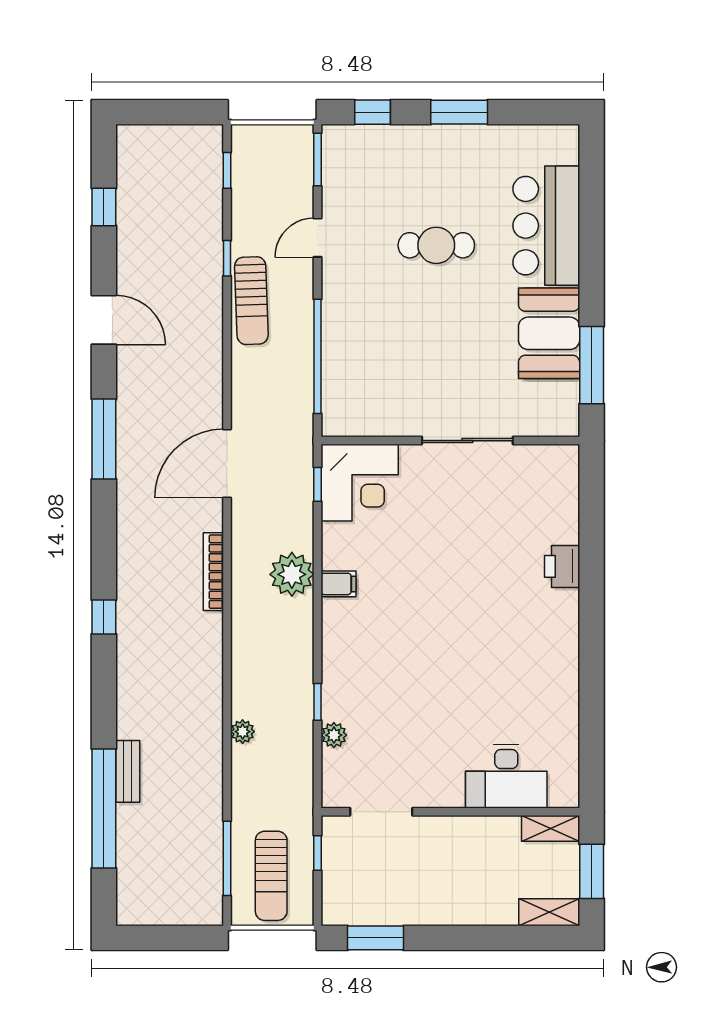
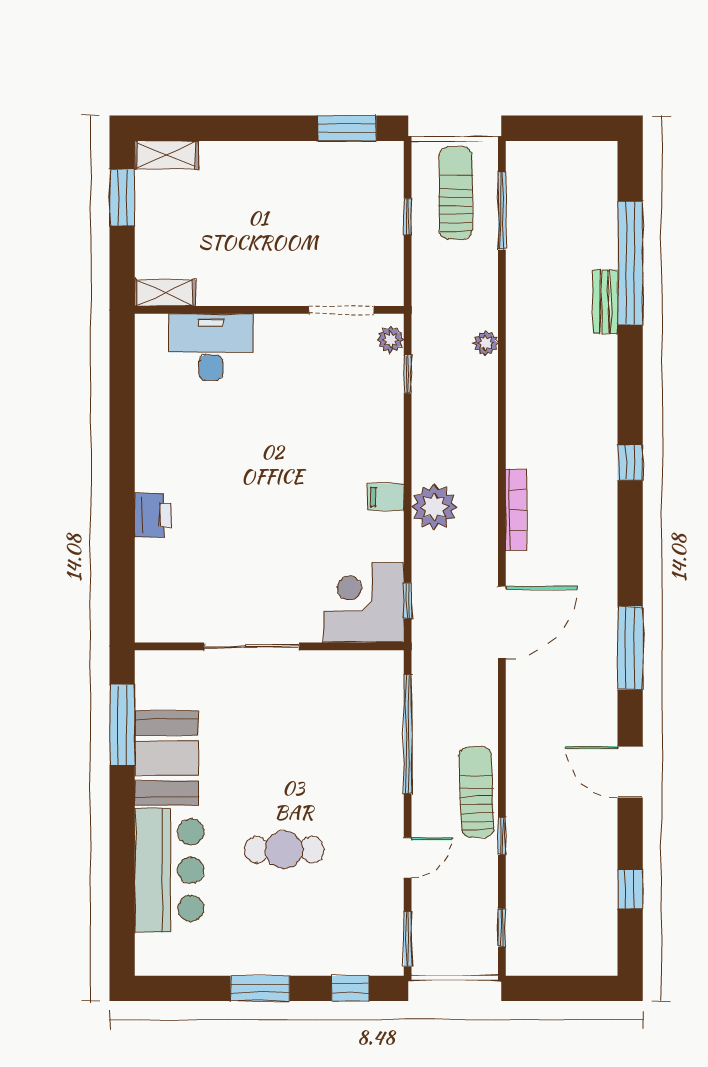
desk: (506, 776) -> (211, 347), moved
doorway: (381, 812) -> (341, 310), moved
wall: (450, 812) -> (269, 310), moved
shelving: (551, 828) -> (165, 293), moved

